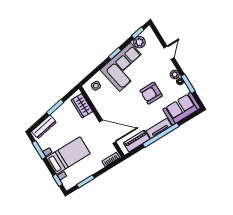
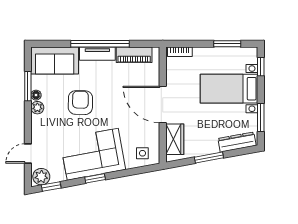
plant: (139, 42) -> (41, 177), moved
door: (169, 53) -> (28, 153), moved
armchair: (151, 93) -> (80, 103), turned -89
door: (108, 132) -> (163, 104), moved

